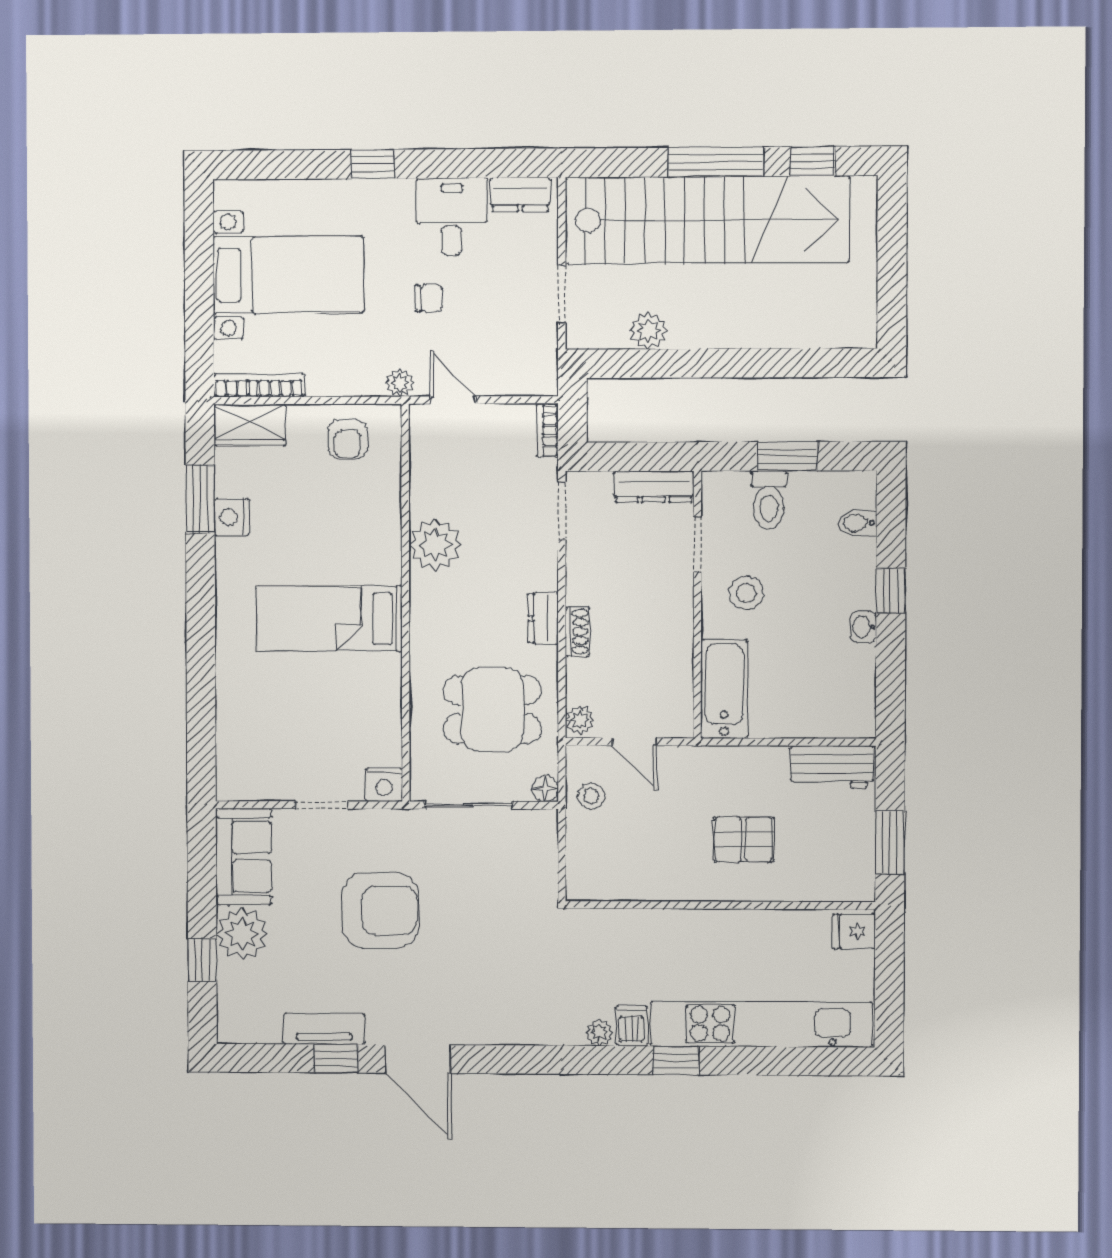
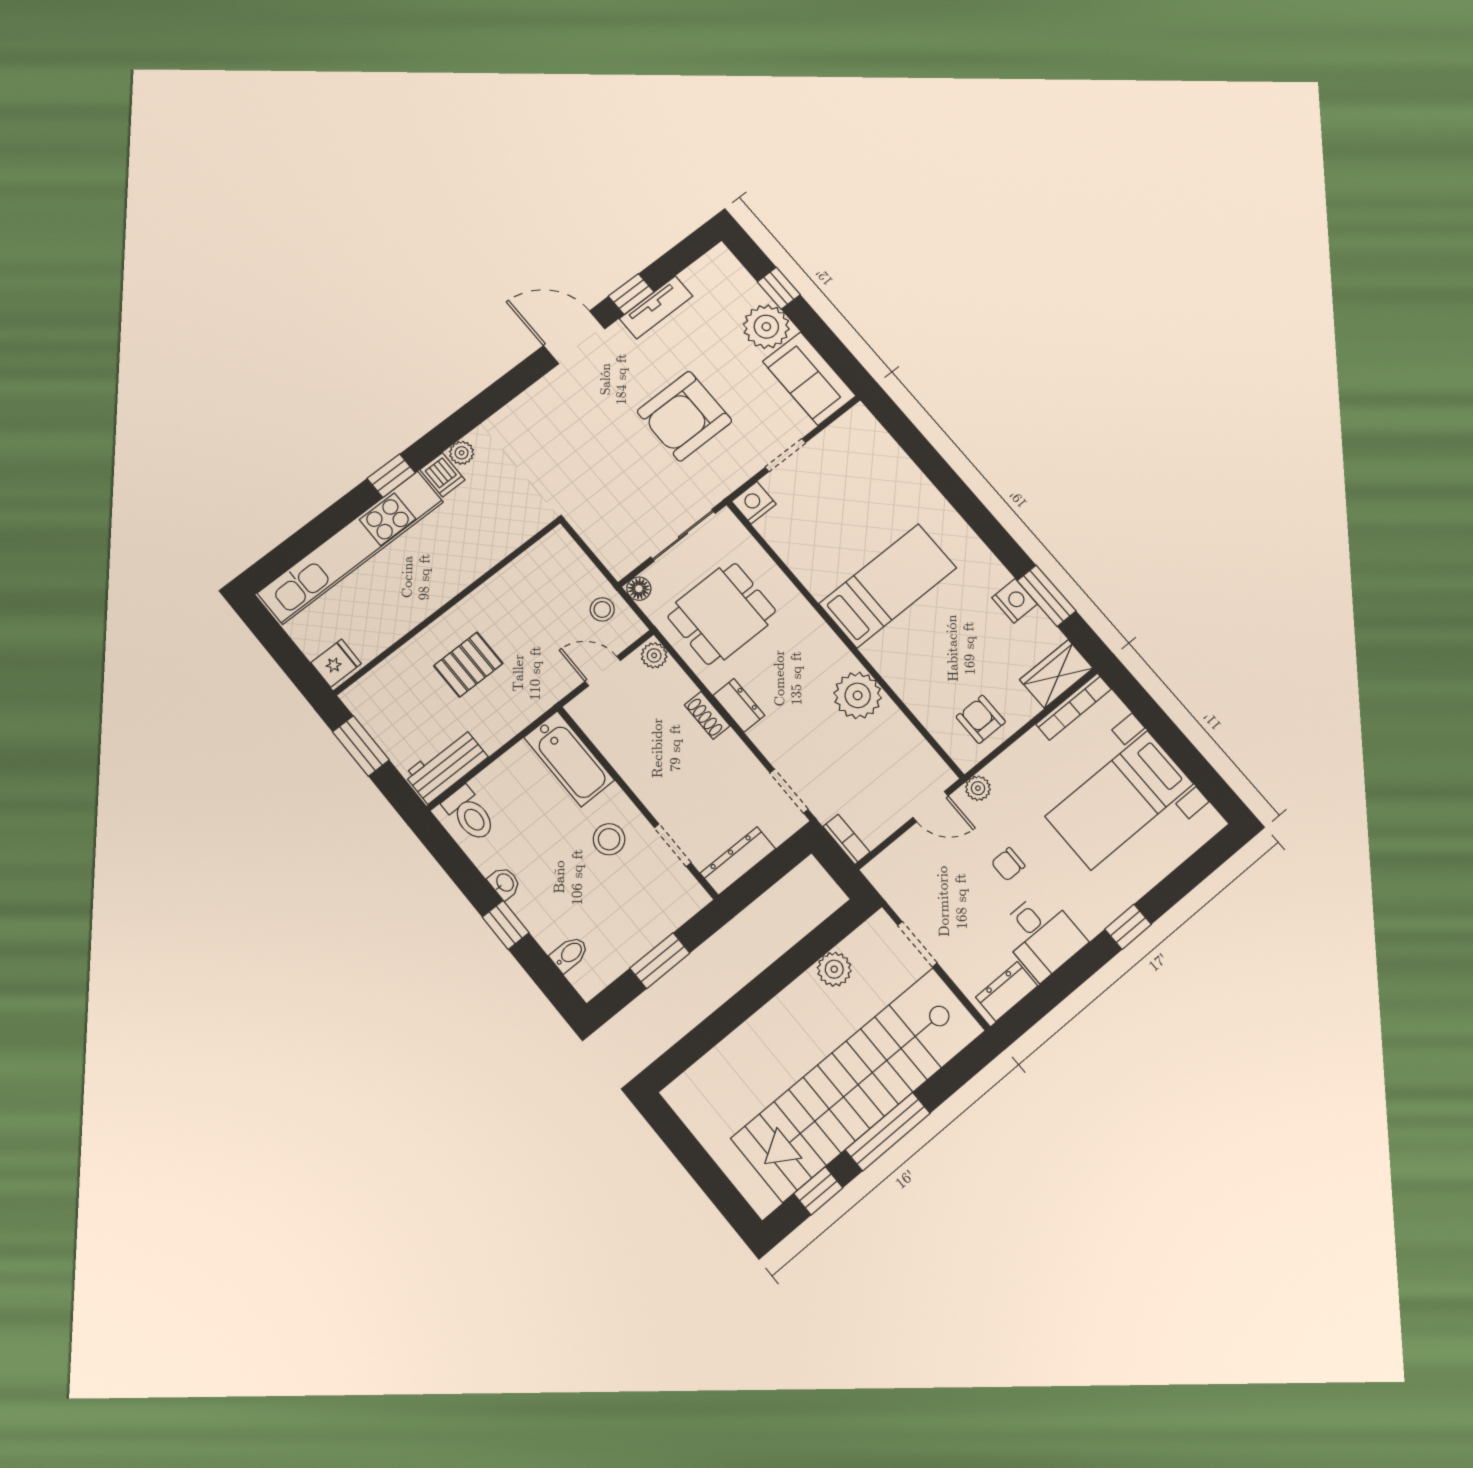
toilet: (769, 500) -> (469, 814), moved, turned 180

